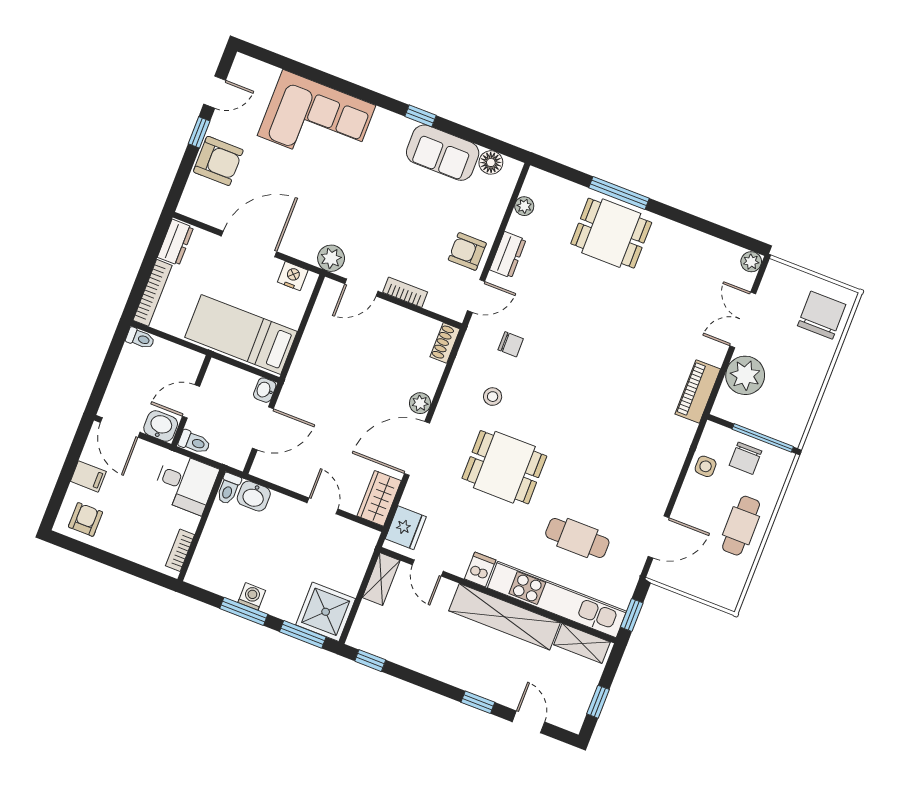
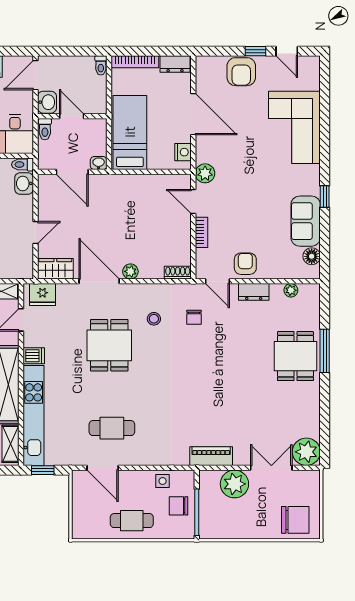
plant: (751, 262) -> (306, 452), width x1.88, depth x1.88
cafe table: (577, 538) -> (112, 428), moved, turned 90

